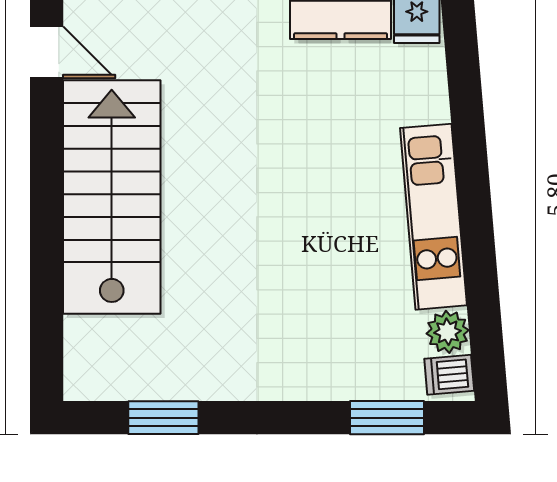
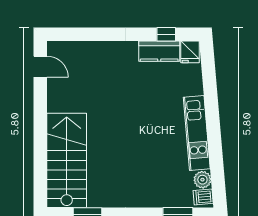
stairs: (112, 197) -> (67, 160), moved

